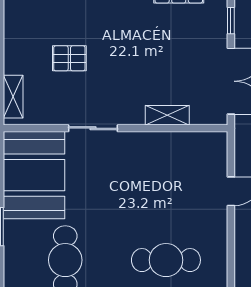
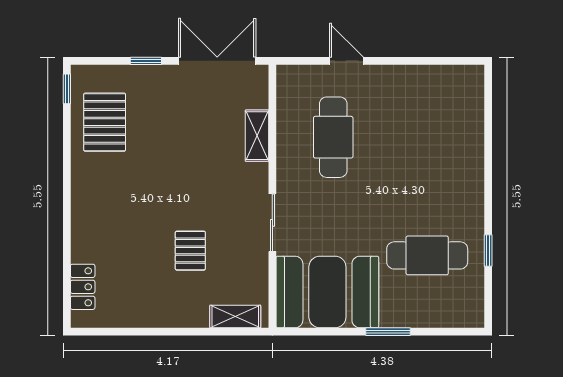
cafe table: (166, 260) -> (333, 137), moved

